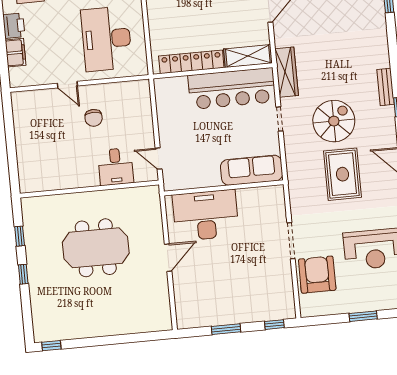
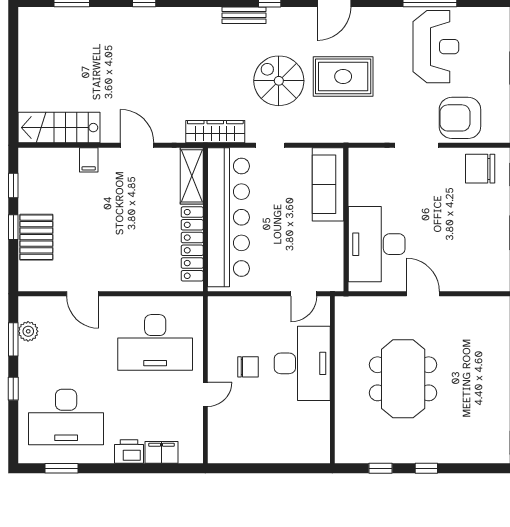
bar counter: (232, 89) -> (229, 217), width x1.36
desk: (116, 167) -> (302, 363), width x1.87, depth x1.30
chair: (277, 295) -> (480, 169), added

